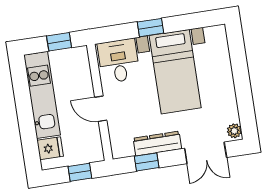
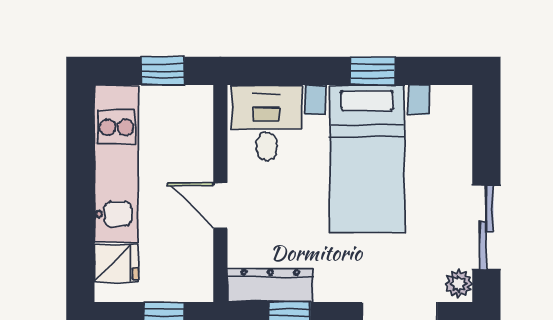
window: (150, 28) -> (372, 71), moved
sliding door: (244, 98) -> (486, 227), added
dresser: (157, 143) -> (270, 285), moved

